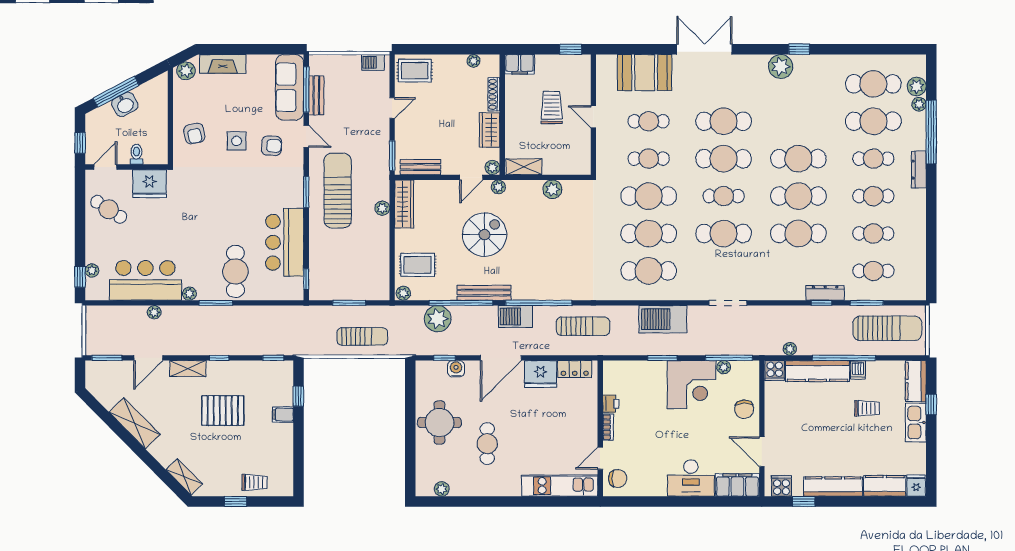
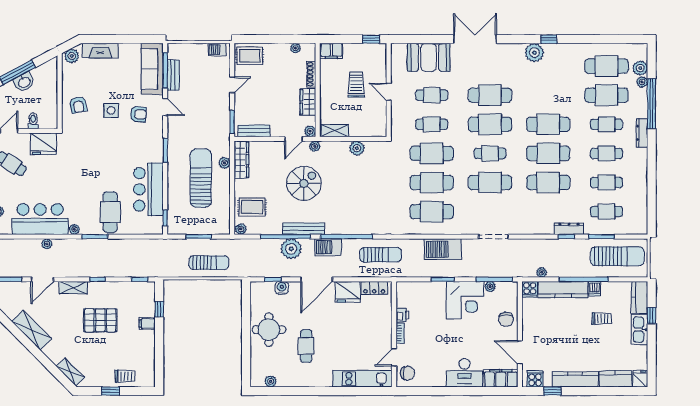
sun lounger: (338, 191) -> (201, 178), moved
plant: (438, 319) -> (291, 249), moved

